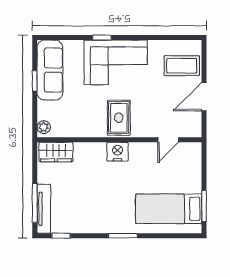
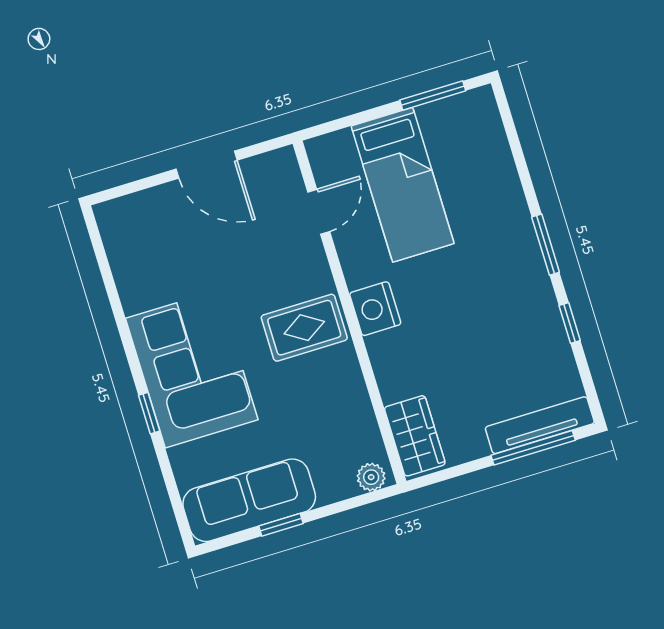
coffee table: (182, 66) -> (157, 230), removed
door: (168, 140) -> (319, 212), hinge flipped
bed: (169, 209) -> (403, 185), moved
window: (61, 236) -> (570, 323), moved

